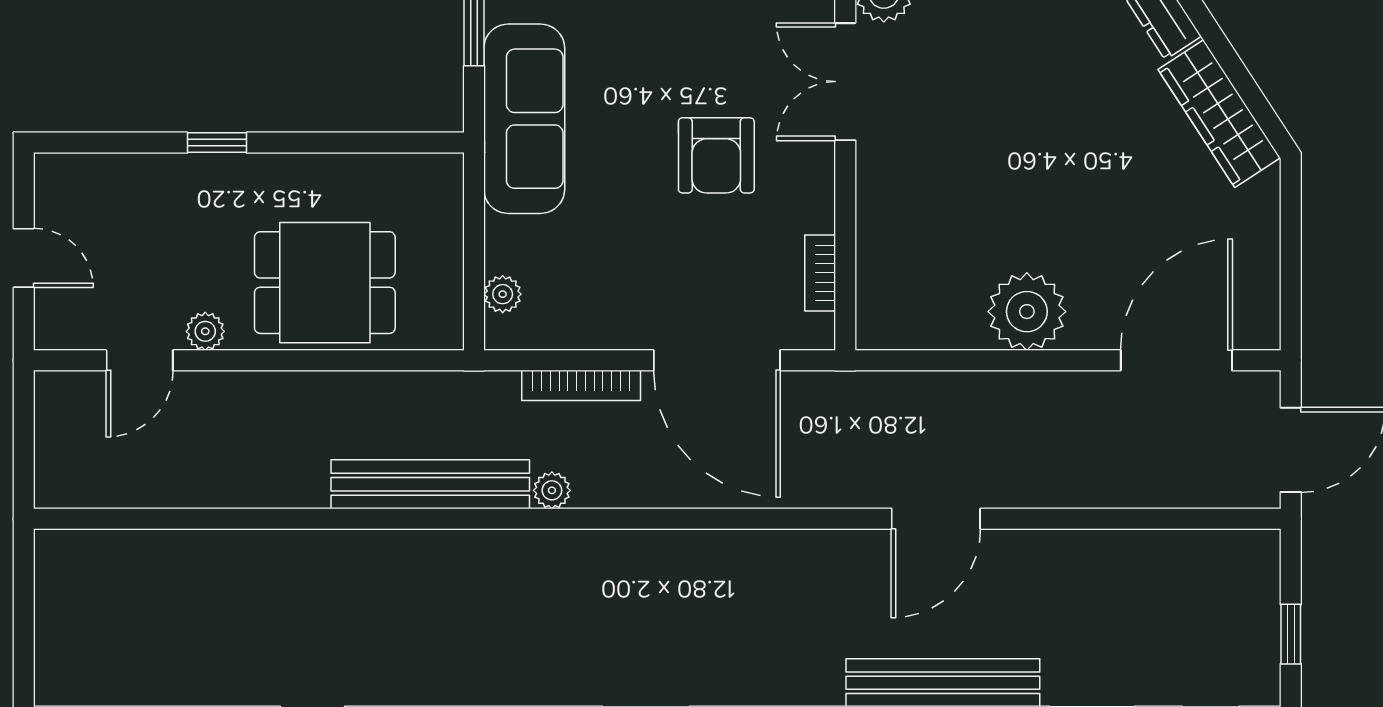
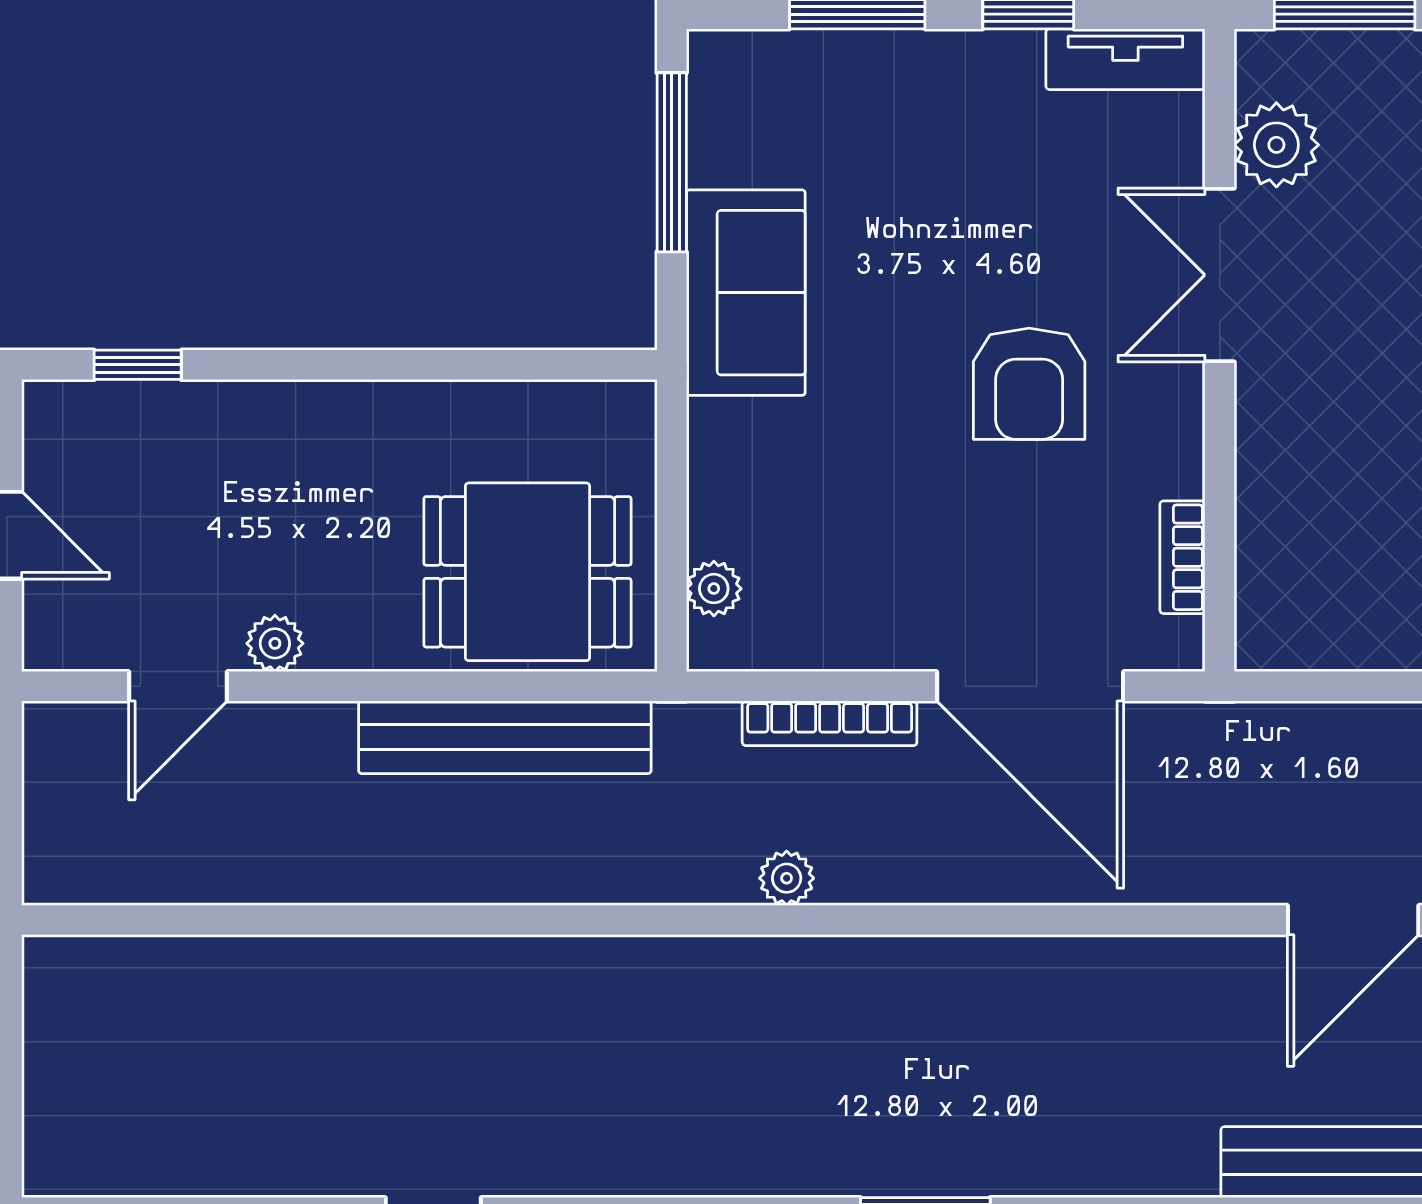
sofa: (524, 119) -> (746, 293), width x0.73
window: (217, 143) -> (138, 365), moved
dining table: (325, 283) -> (527, 572), moved
bench: (430, 484) -> (505, 737), moved

